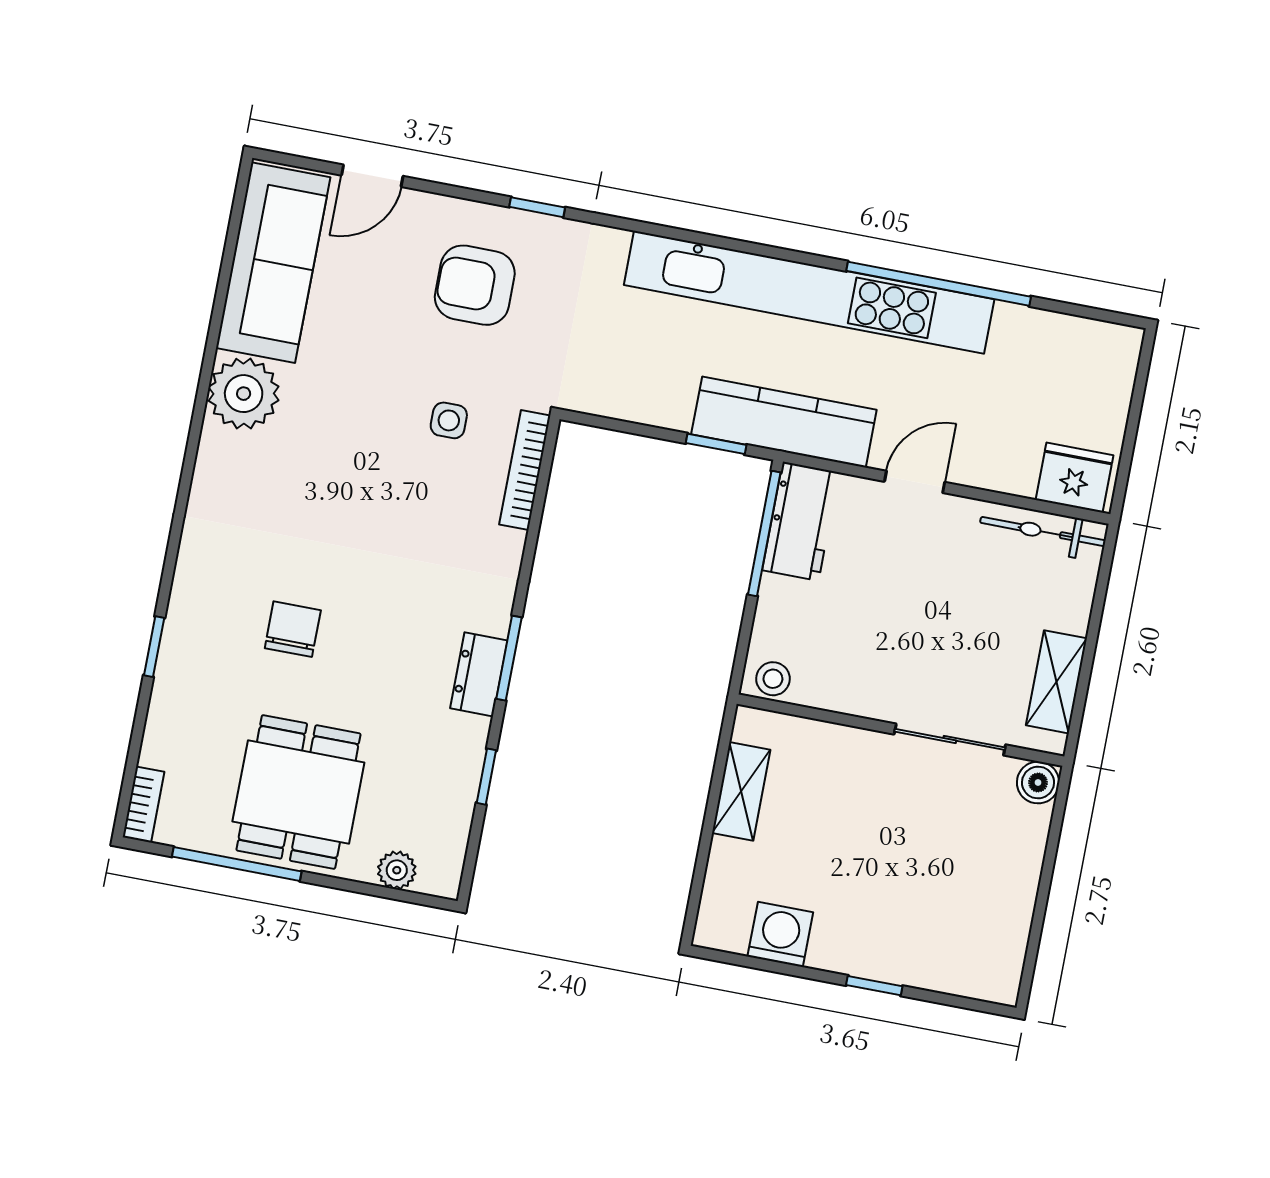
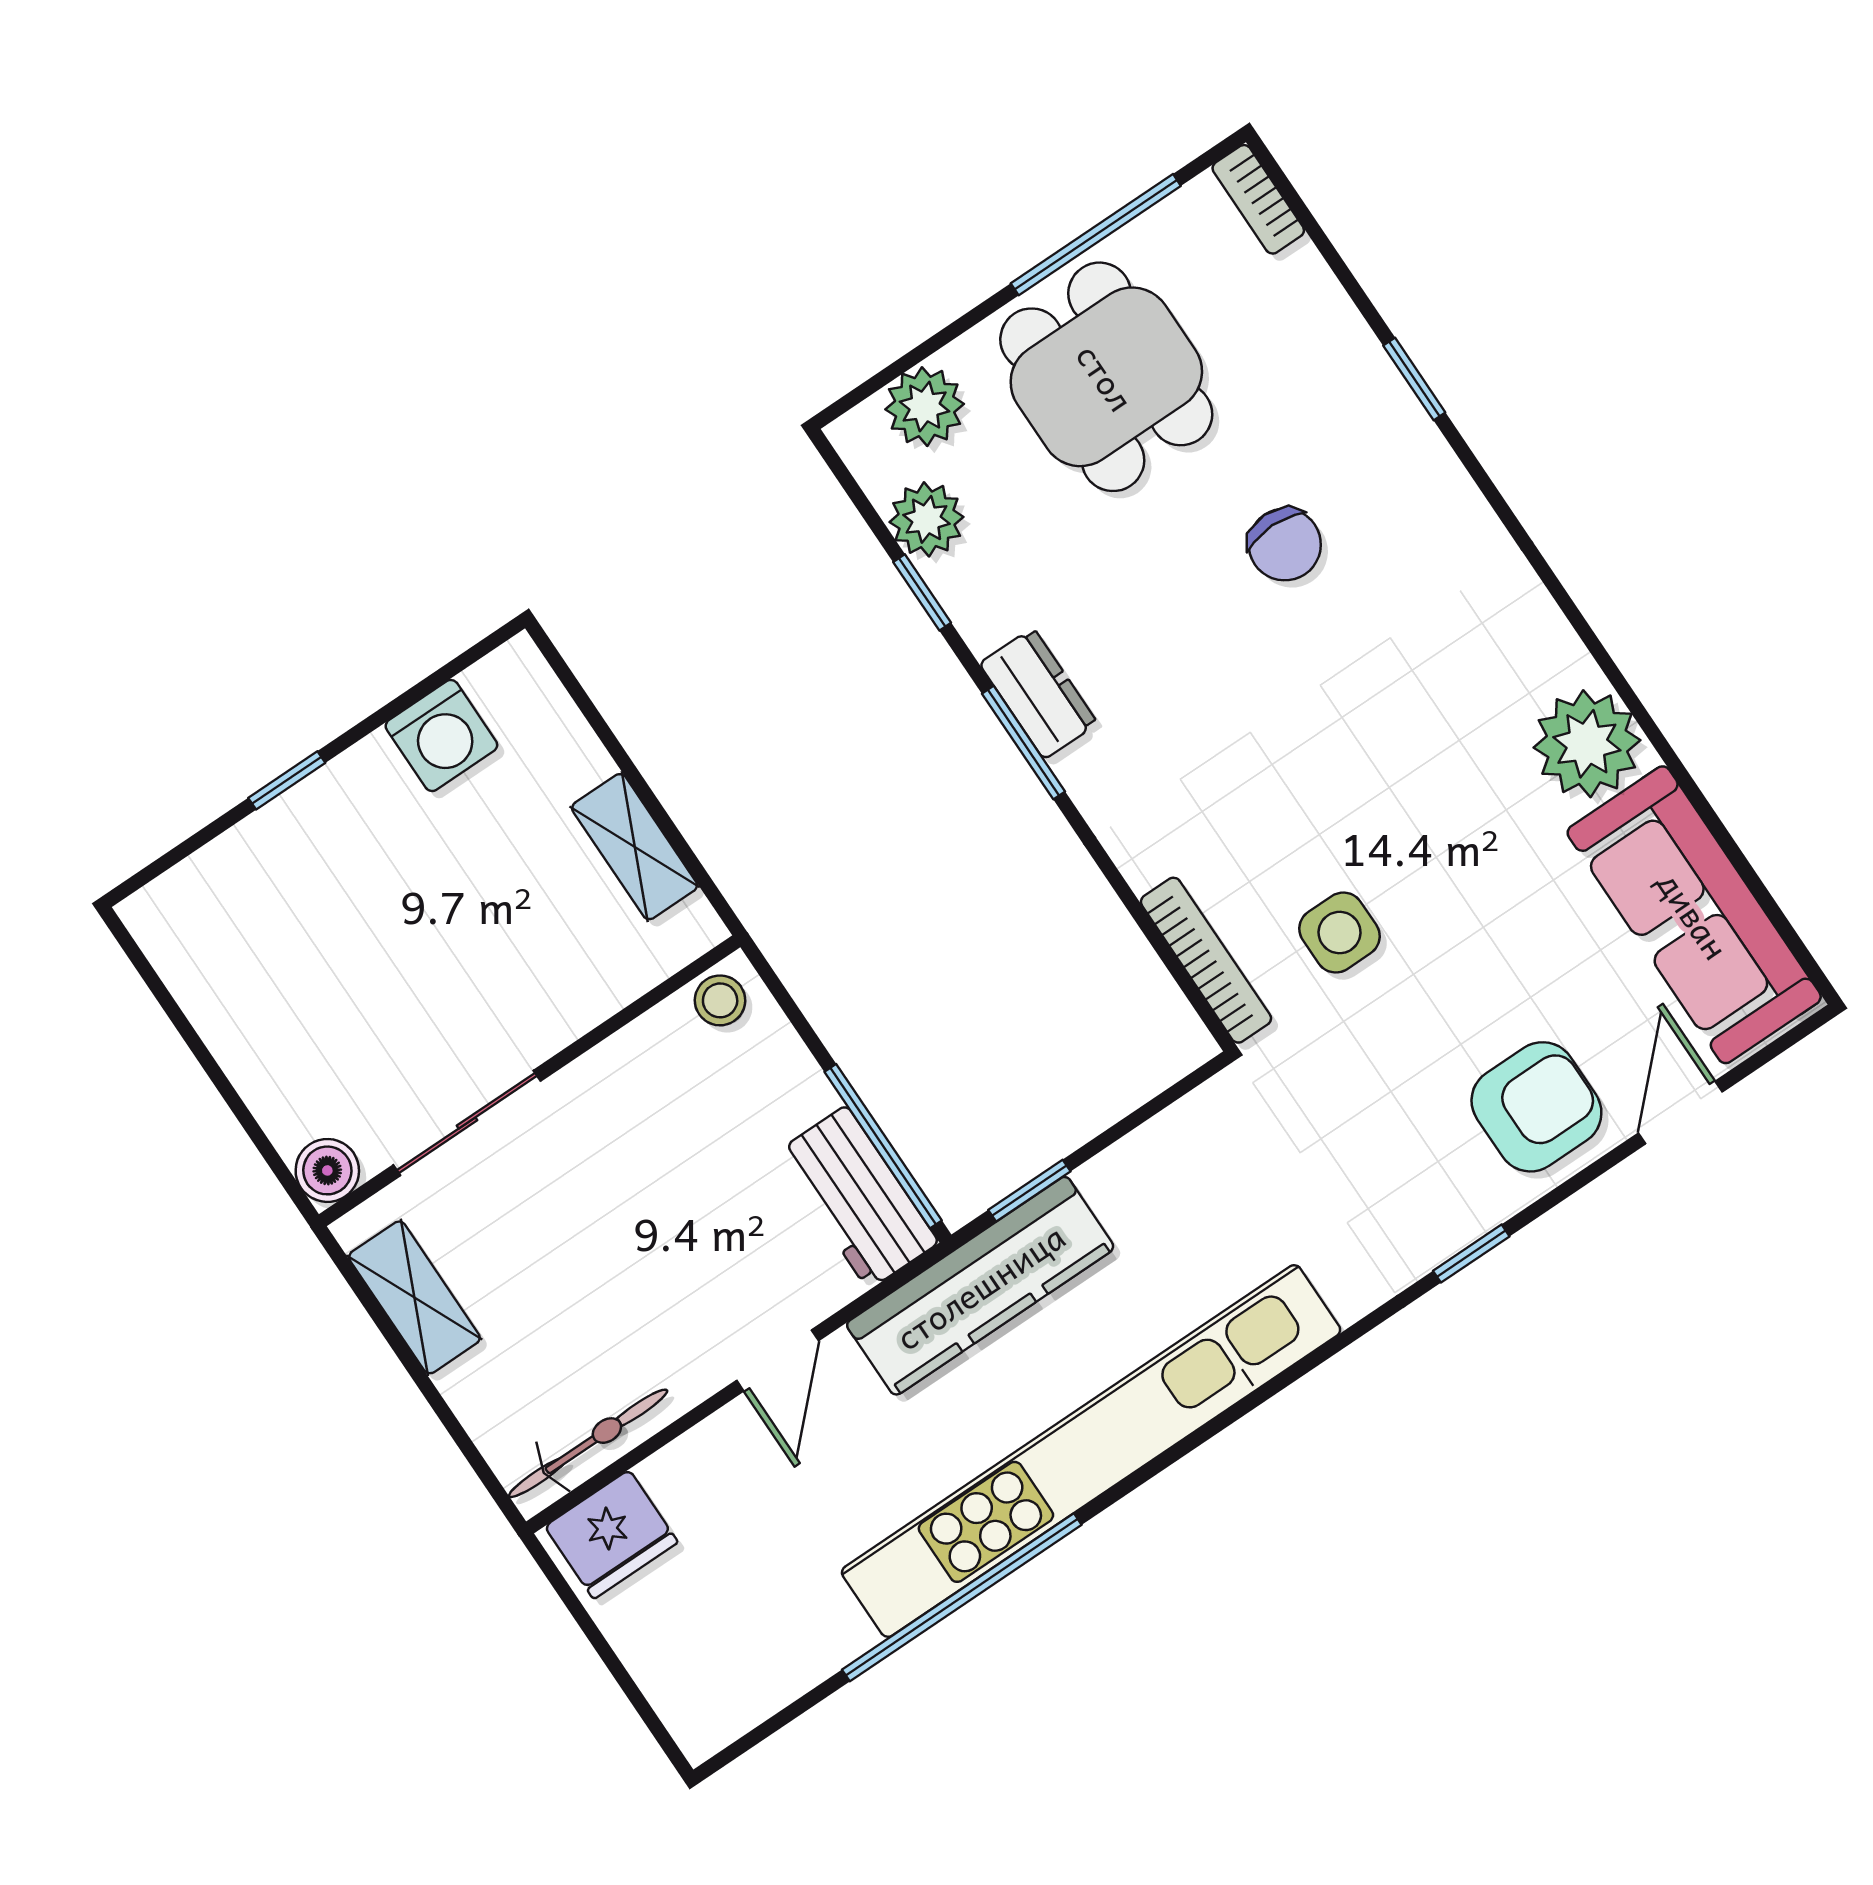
armchair: (475, 285) -> (1536, 1107), moved
side table: (449, 420) -> (1340, 933), width x1.37, depth x1.37
plant: (450, 809) -> (927, 519), added
plant: (397, 870) -> (925, 407), width x1.38, depth x1.38

